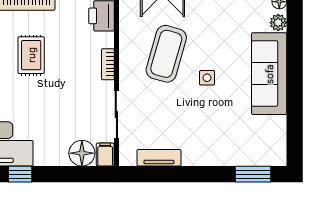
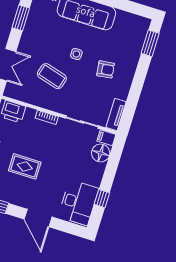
coffee table: (166, 54) -> (52, 76), width x0.73, depth x0.76
armchair: (198, 124) -> (106, 69), added
tv unit: (159, 158) -> (116, 115), moved

